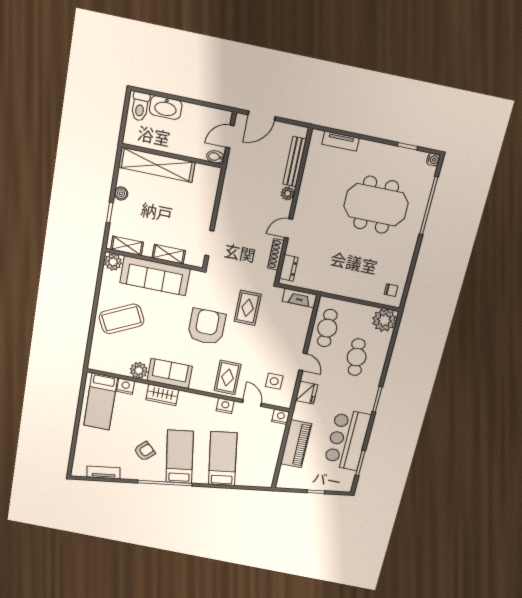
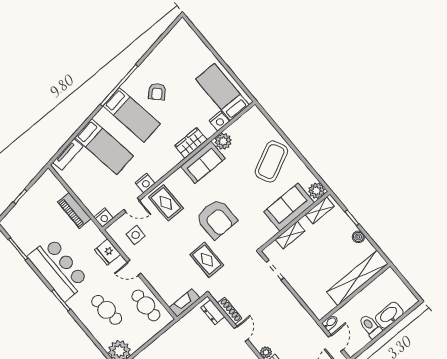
toilet: (140, 106) -> (370, 326), moved
sofa: (155, 276) -> (289, 207), width x0.73
bar counter: (347, 440) -> (58, 269), moved
piano: (296, 444) -> (74, 210), width x0.73, depth x0.75
tv unit: (104, 472) -> (68, 154), moved

